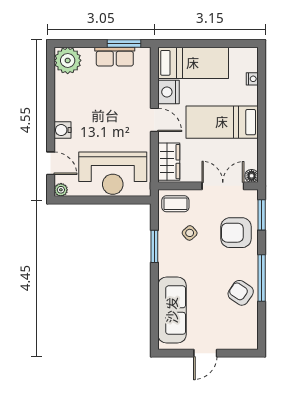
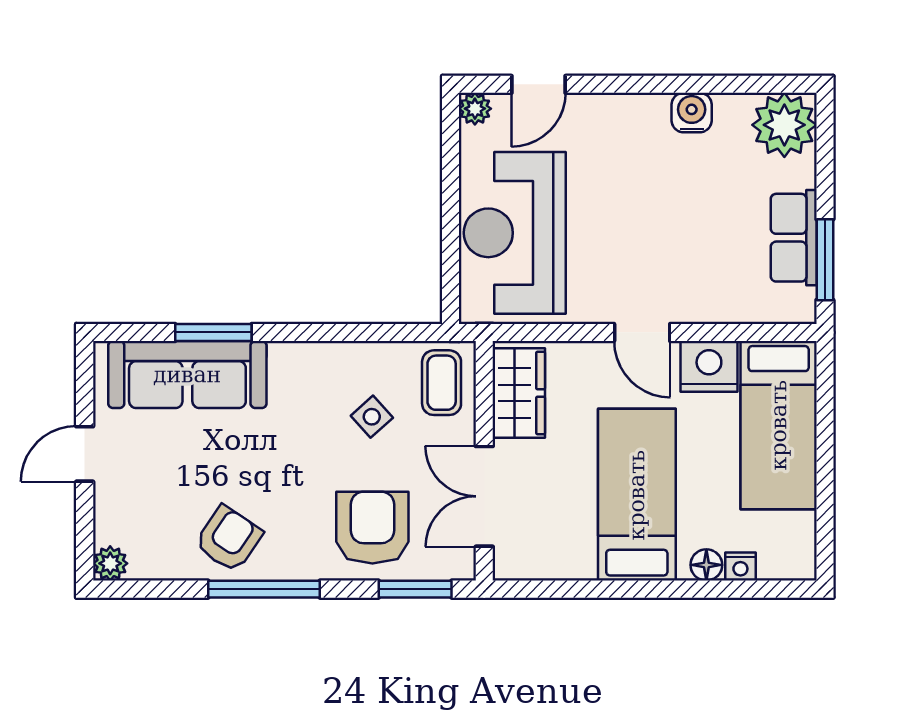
door: (154, 120) -> (642, 332), hinge flipped
water cooler: (62, 130) -> (692, 113), moved
wardrobe: (169, 162) -> (519, 393), moved, turned -90
floor lamp: (252, 176) -> (706, 565), moved
double door: (223, 186) -> (484, 496), swing flipped
window: (154, 246) -> (213, 332), moved
plant: (251, 342) -> (110, 563), added
door: (205, 353) -> (85, 454), hinge flipped

